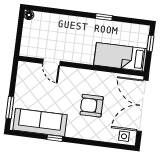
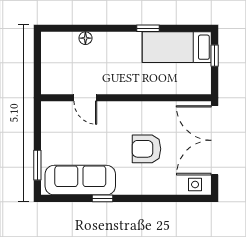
floor lamp: (29, 15) -> (85, 38), moved
bed: (120, 57) -> (177, 47), moved

